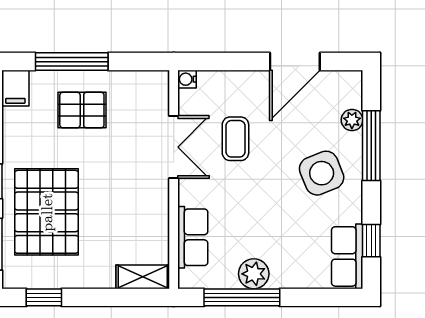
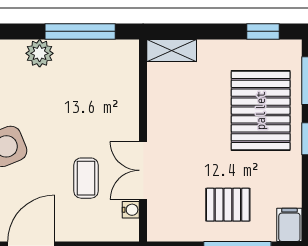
water cooler: (187, 79) -> (131, 210), moved
row of seats: (193, 237) -> (125, 87), removed
plant: (254, 274) -> (40, 53), moved

